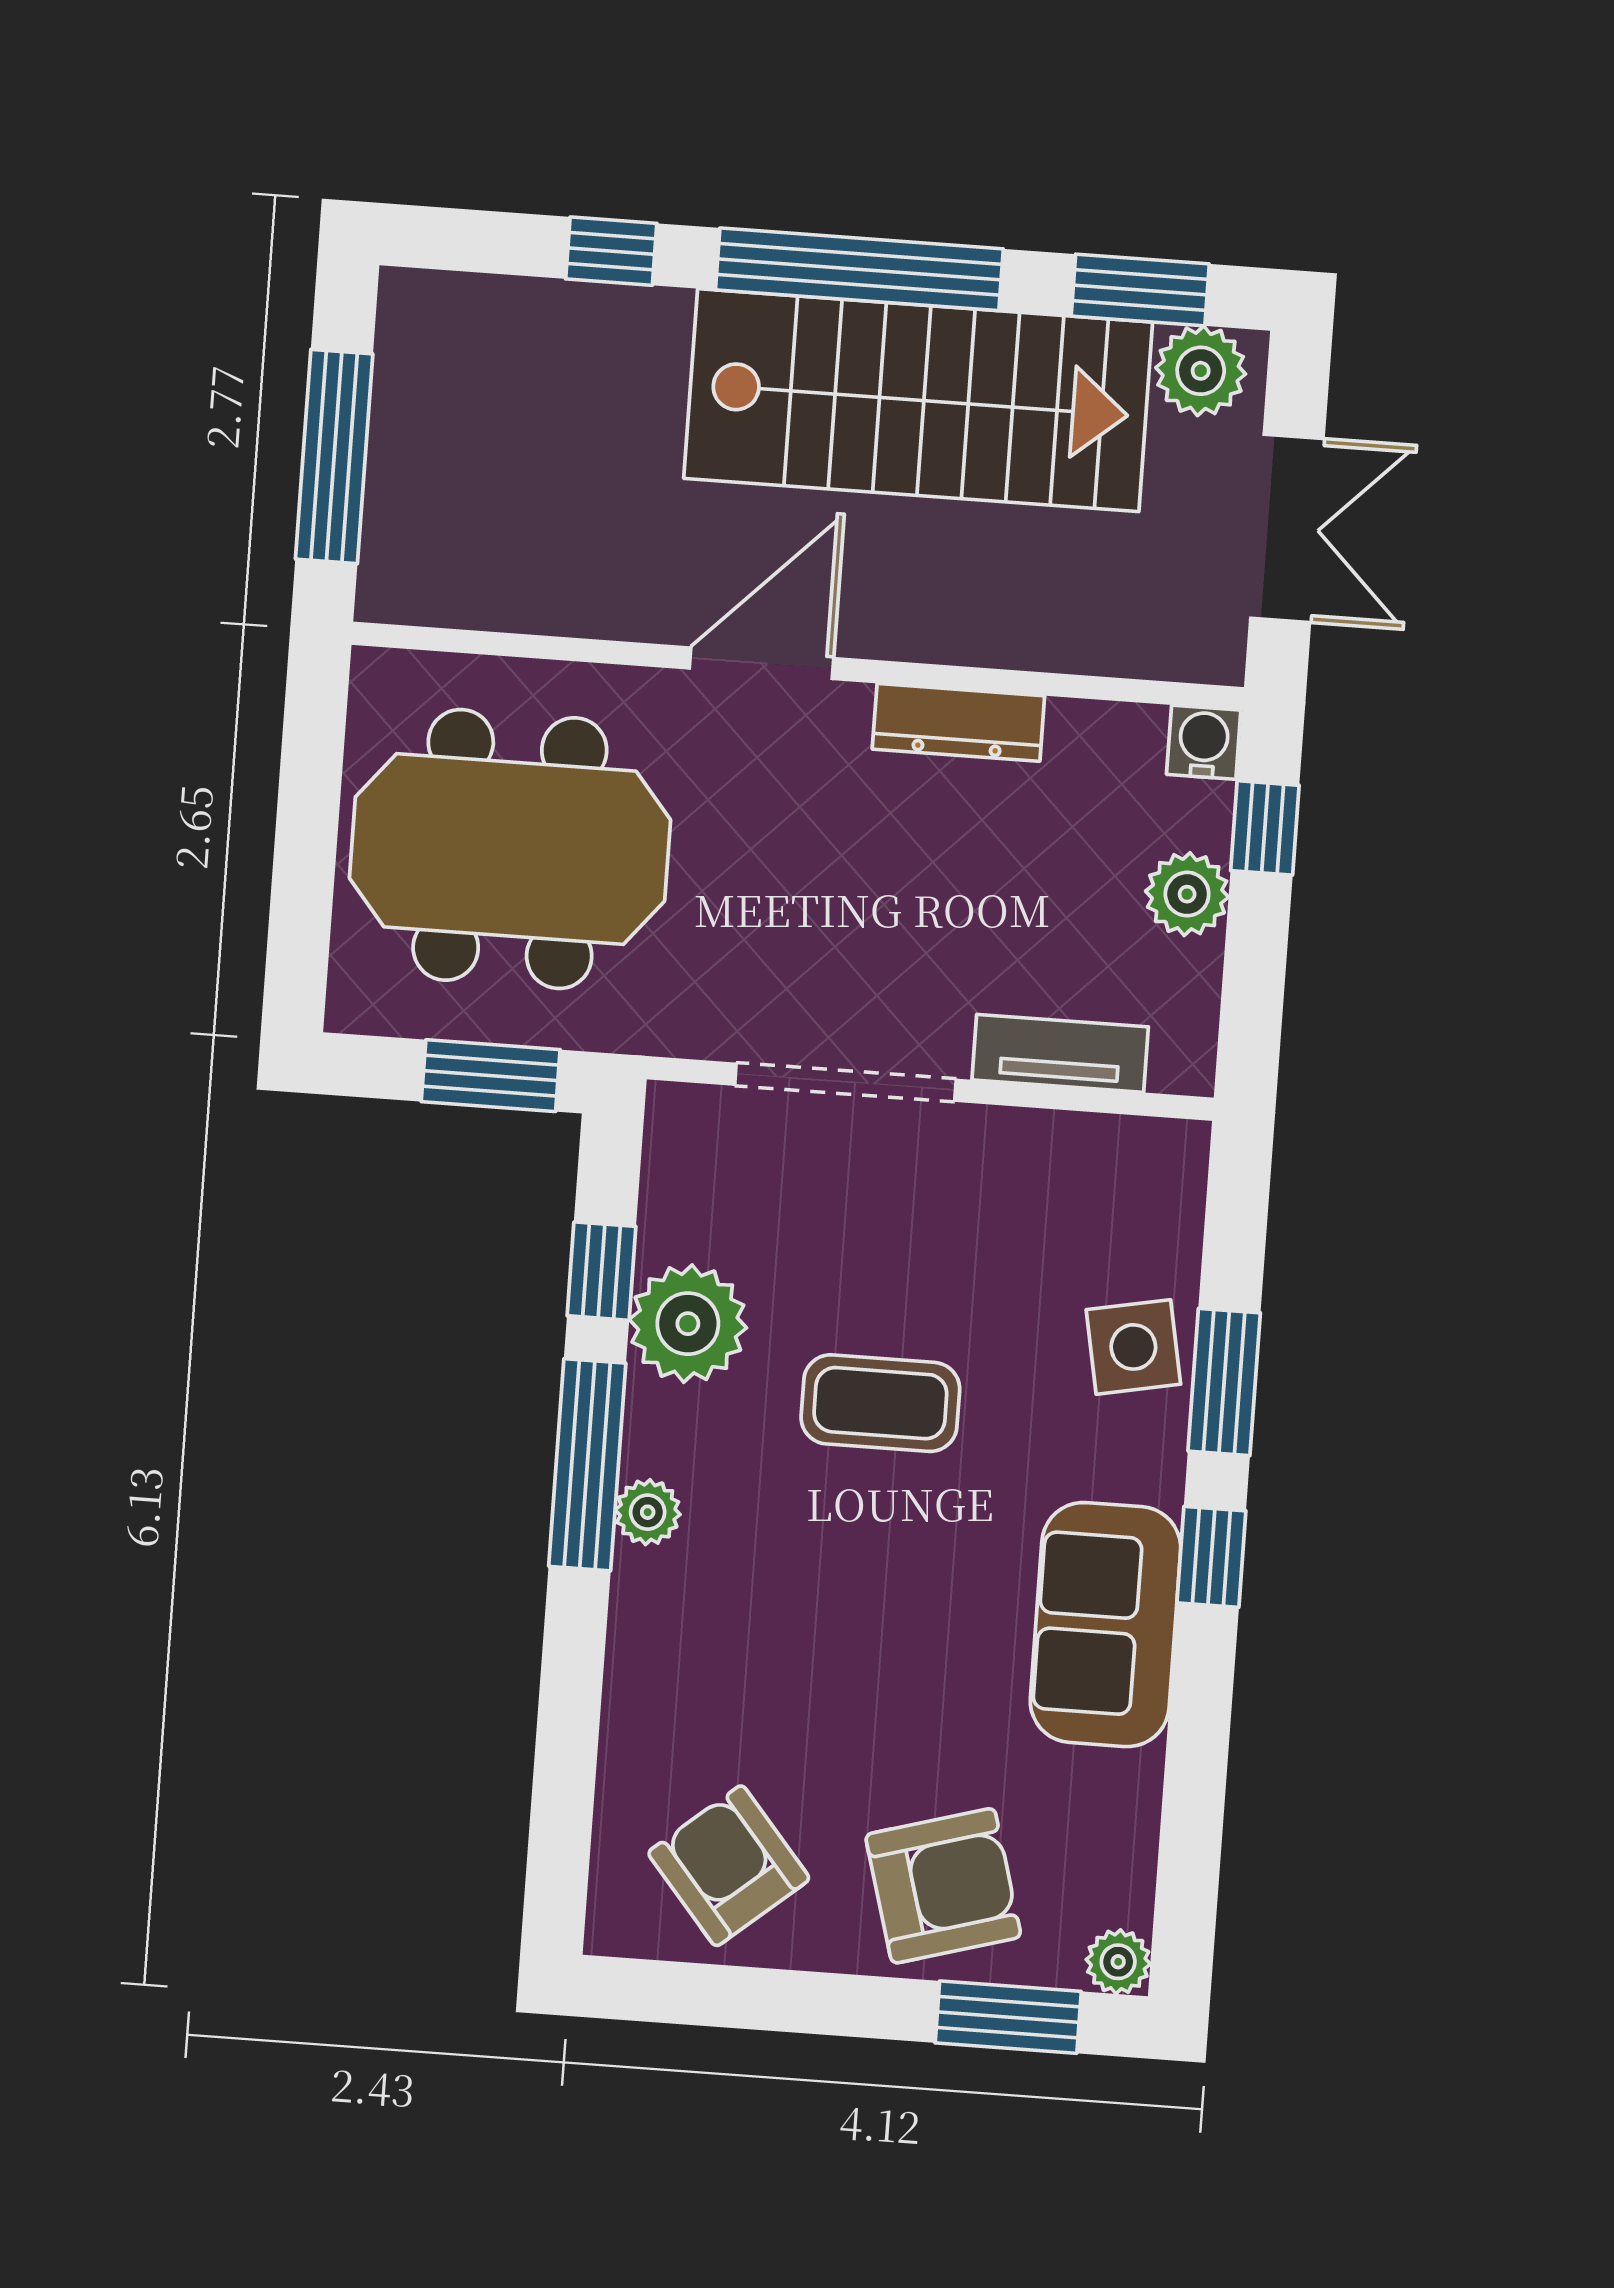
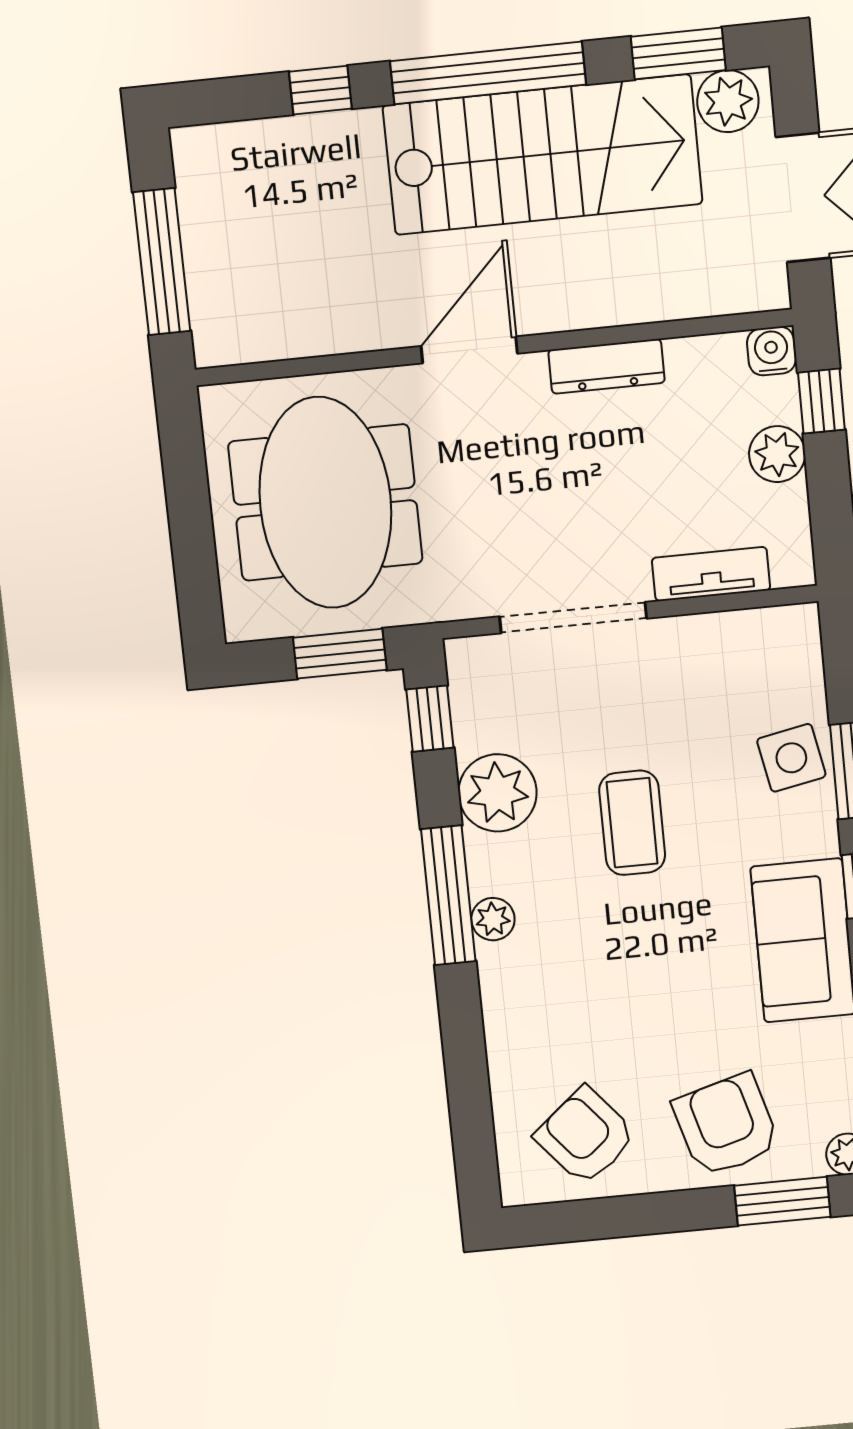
meeting table: (510, 849) -> (325, 502), turned 90
window: (601, 1271) -> (430, 719), moved
coffee table: (880, 1403) -> (632, 823), turned 90
armchair: (943, 1886) -> (726, 1125), turned -90

